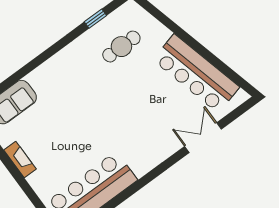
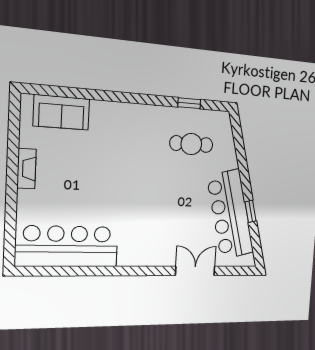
window: (211, 58) -> (251, 211), added

